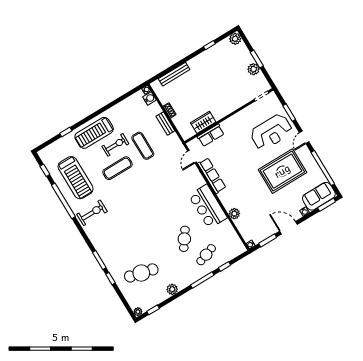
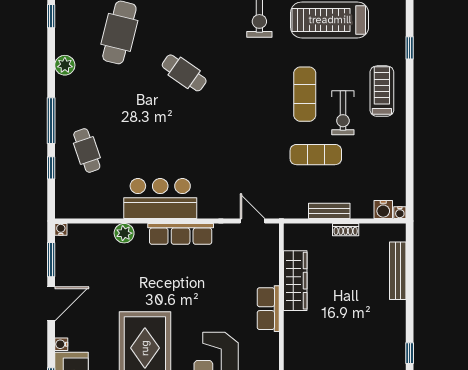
wardrobe: (203, 122) -> (295, 281), width x1.50
treadmill: (94, 133) -> (382, 91), width x0.73, depth x0.73
row of seats: (211, 135) -> (268, 309), moved
row of seats: (212, 176) -> (181, 234), moved
cafe table: (184, 239) -> (184, 73), moved

